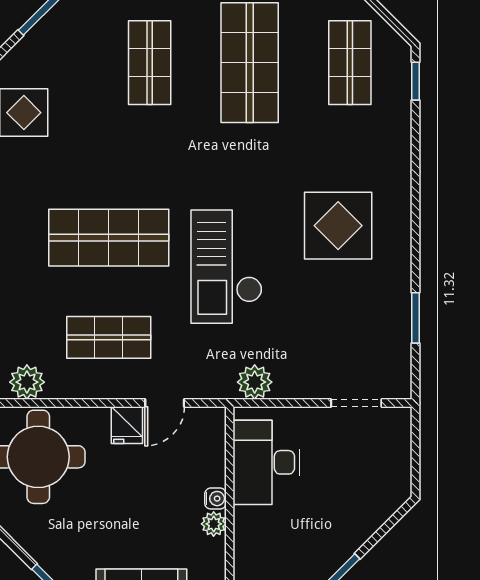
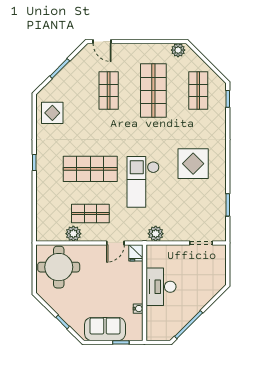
plant: (27, 382) -> (73, 234), moved
fridge: (127, 425) -> (136, 253), moved
desk: (266, 462) -> (161, 287), moved
water cooler: (215, 499) -> (138, 309), moved
plant: (214, 524) -> (137, 297), removed

